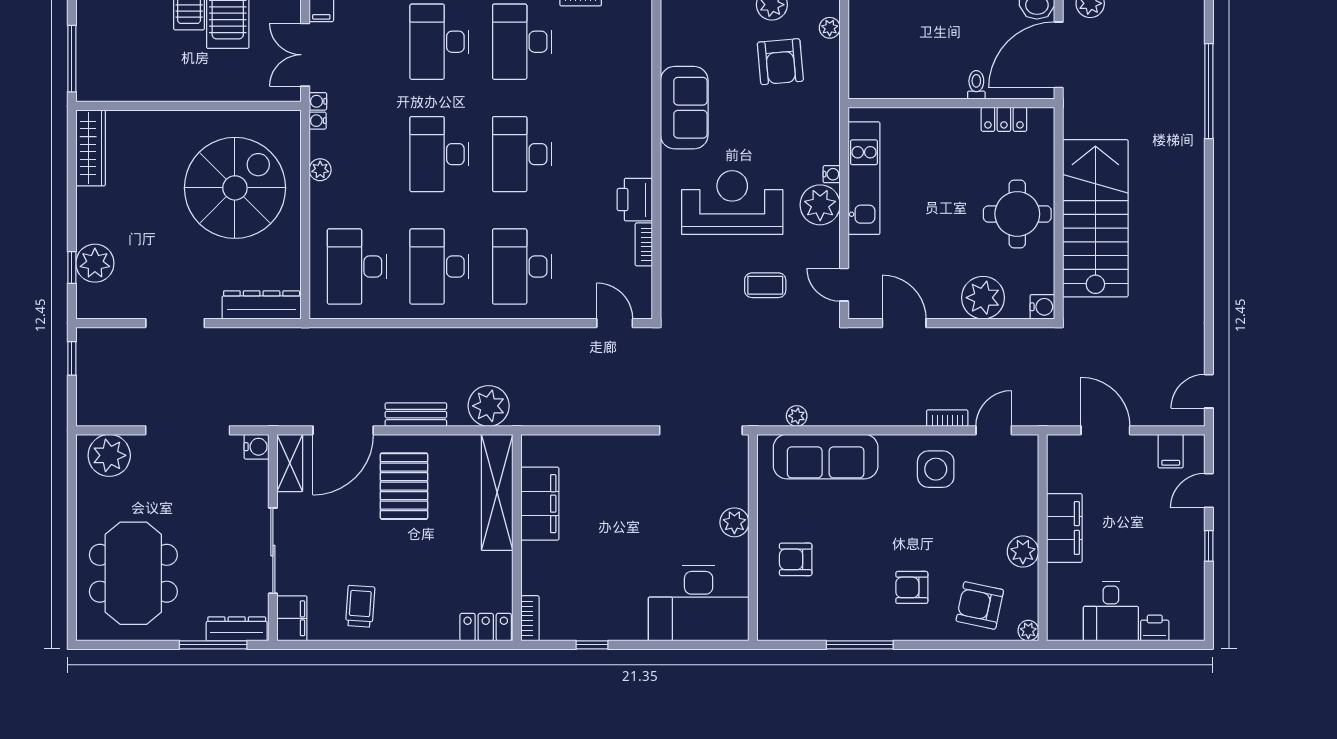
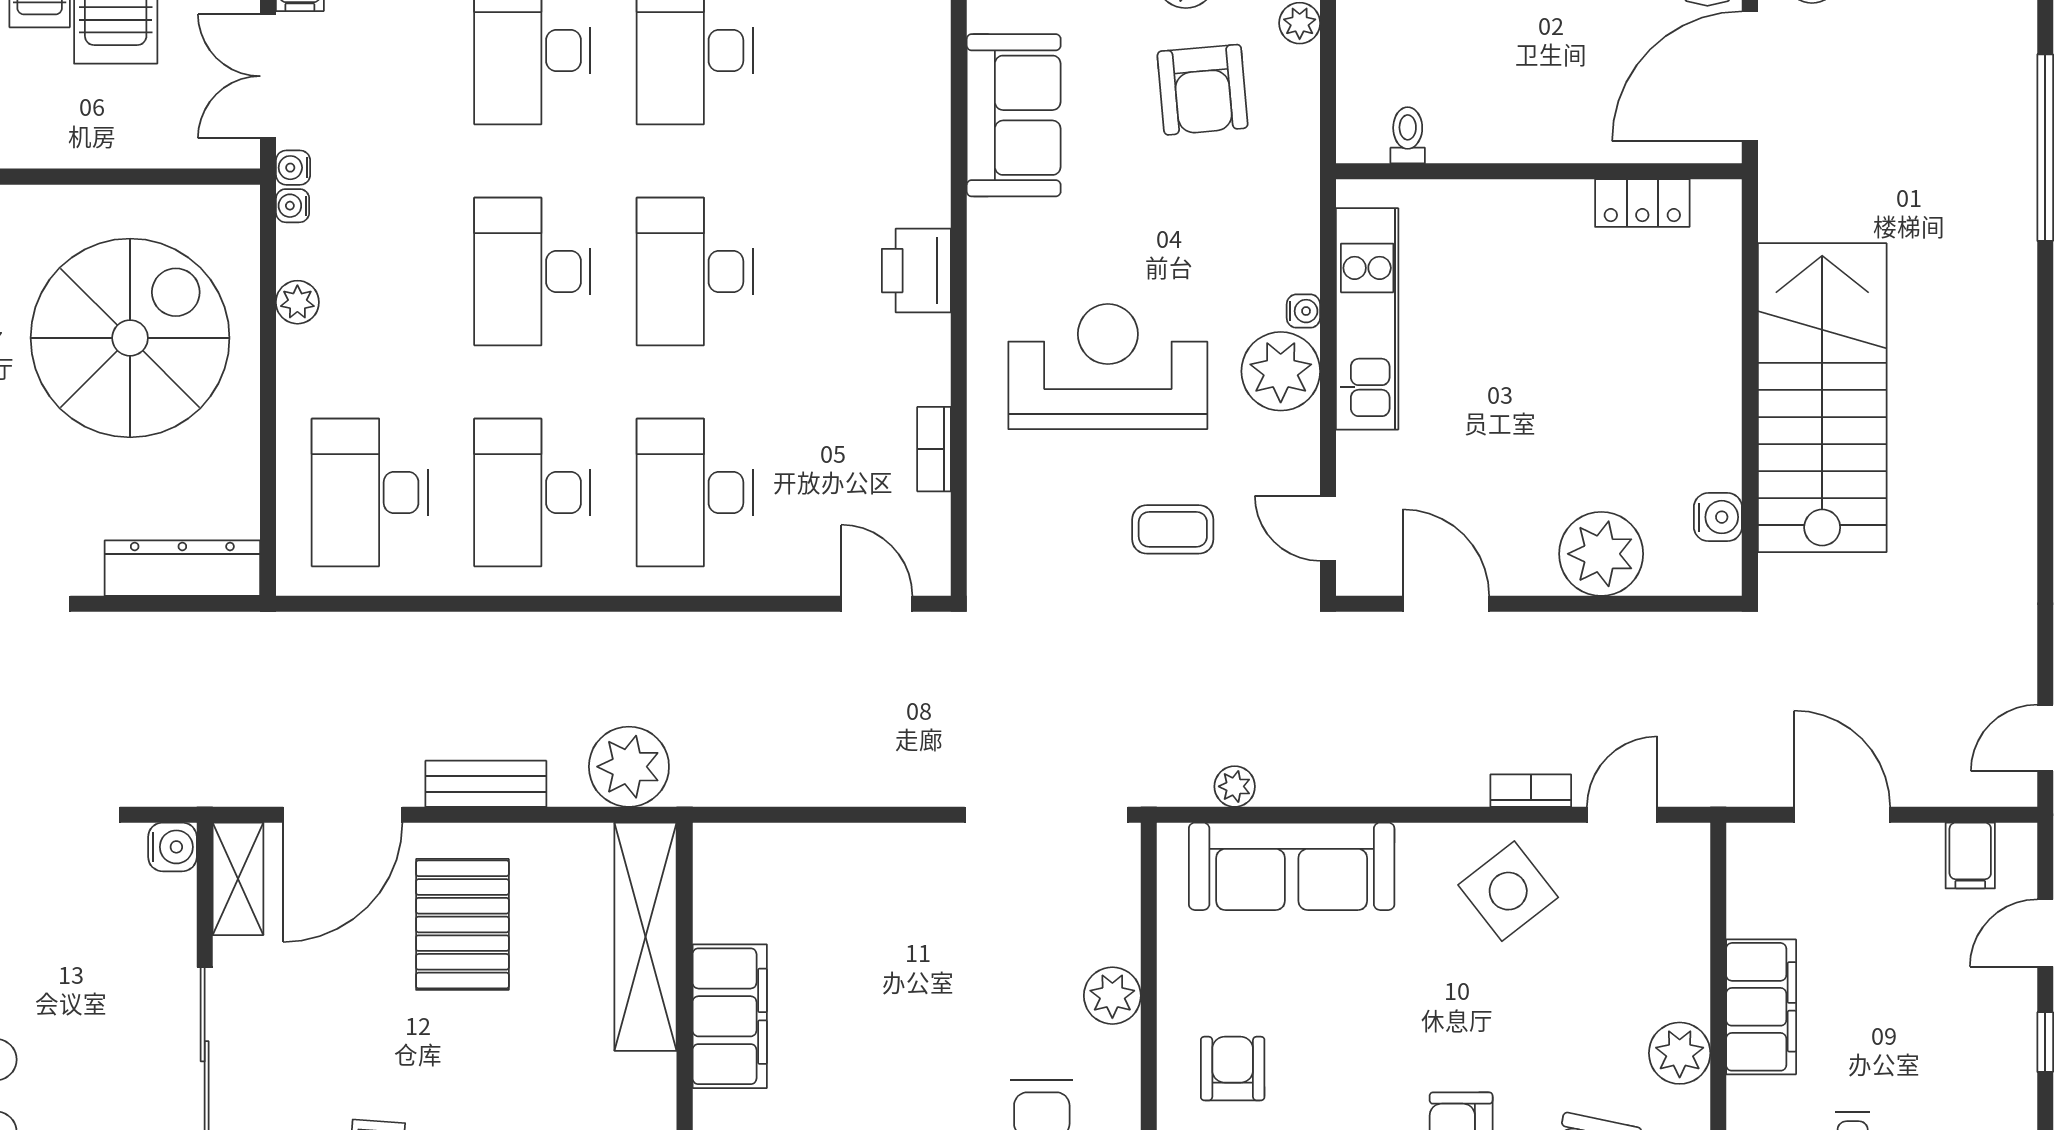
toilet: (976, 85) -> (1408, 135), moved
sofa: (684, 108) -> (1014, 115), moved
printer: (635, 200) -> (916, 271), moved
round table: (1017, 214) -> (1669, 389), removed
water cooler: (1042, 307) -> (1718, 517), moved
side table: (936, 469) -> (1508, 891), turned -38
filing cabinet: (540, 504) -> (730, 1016), moved
armchair: (796, 559) -> (1233, 1069), turned 90

